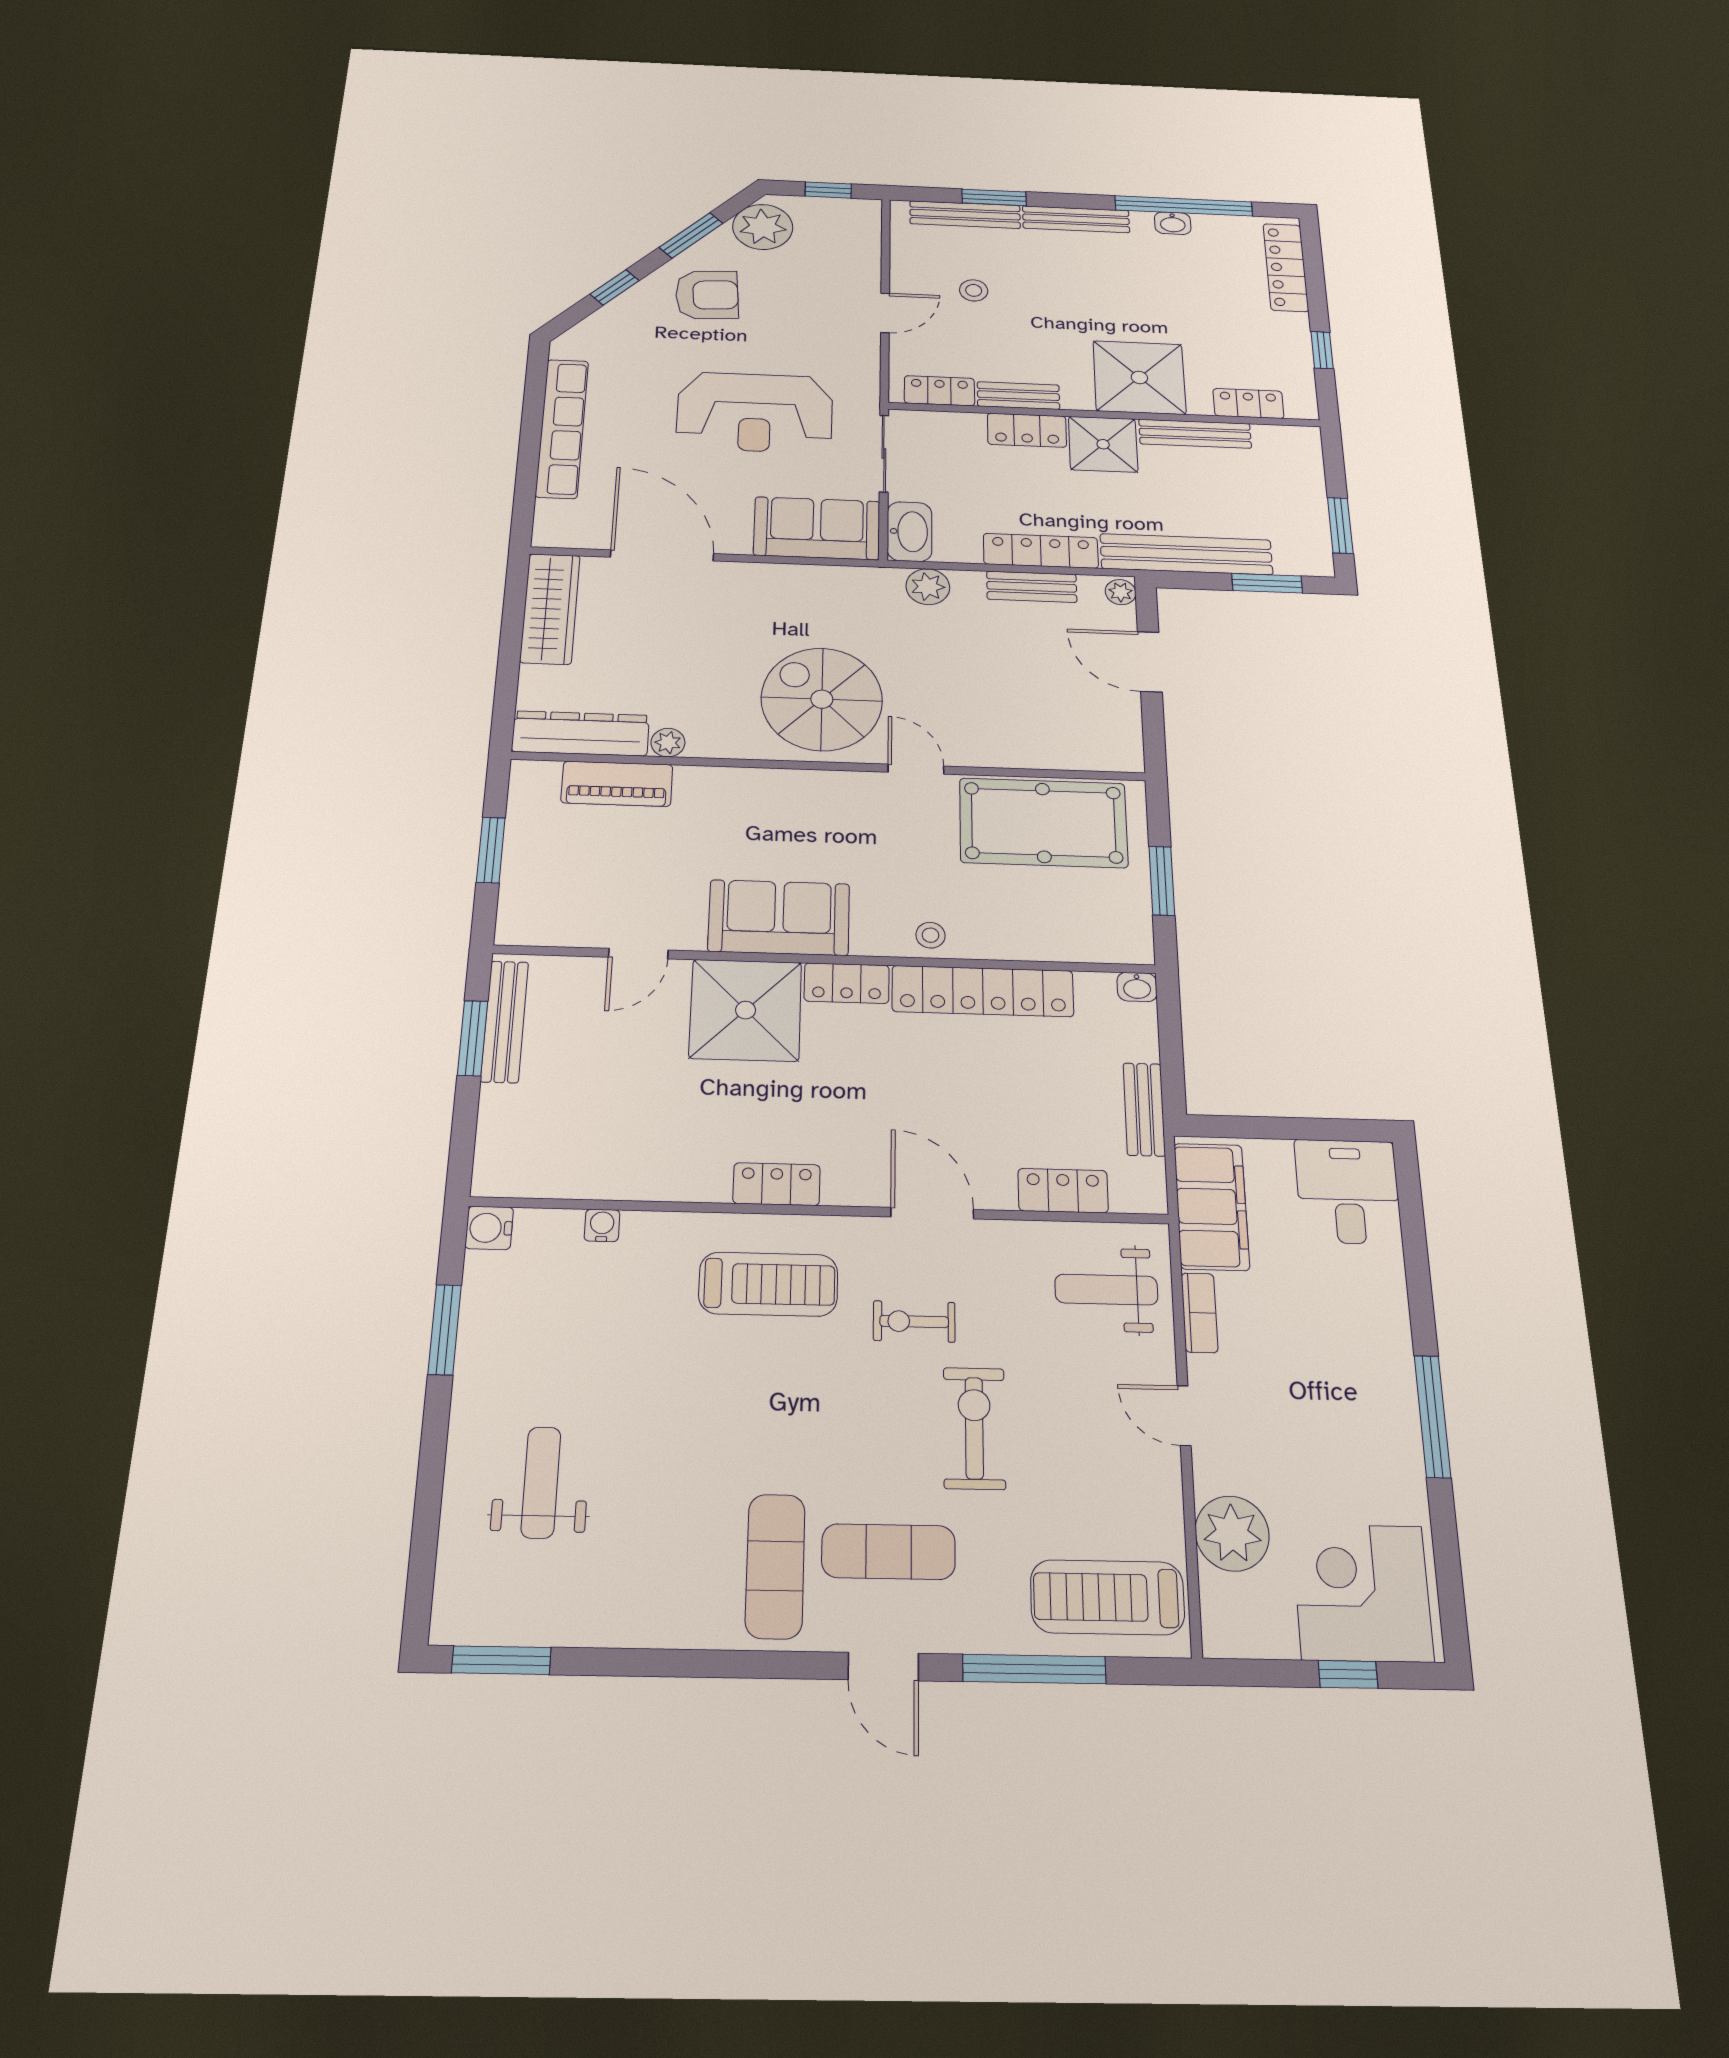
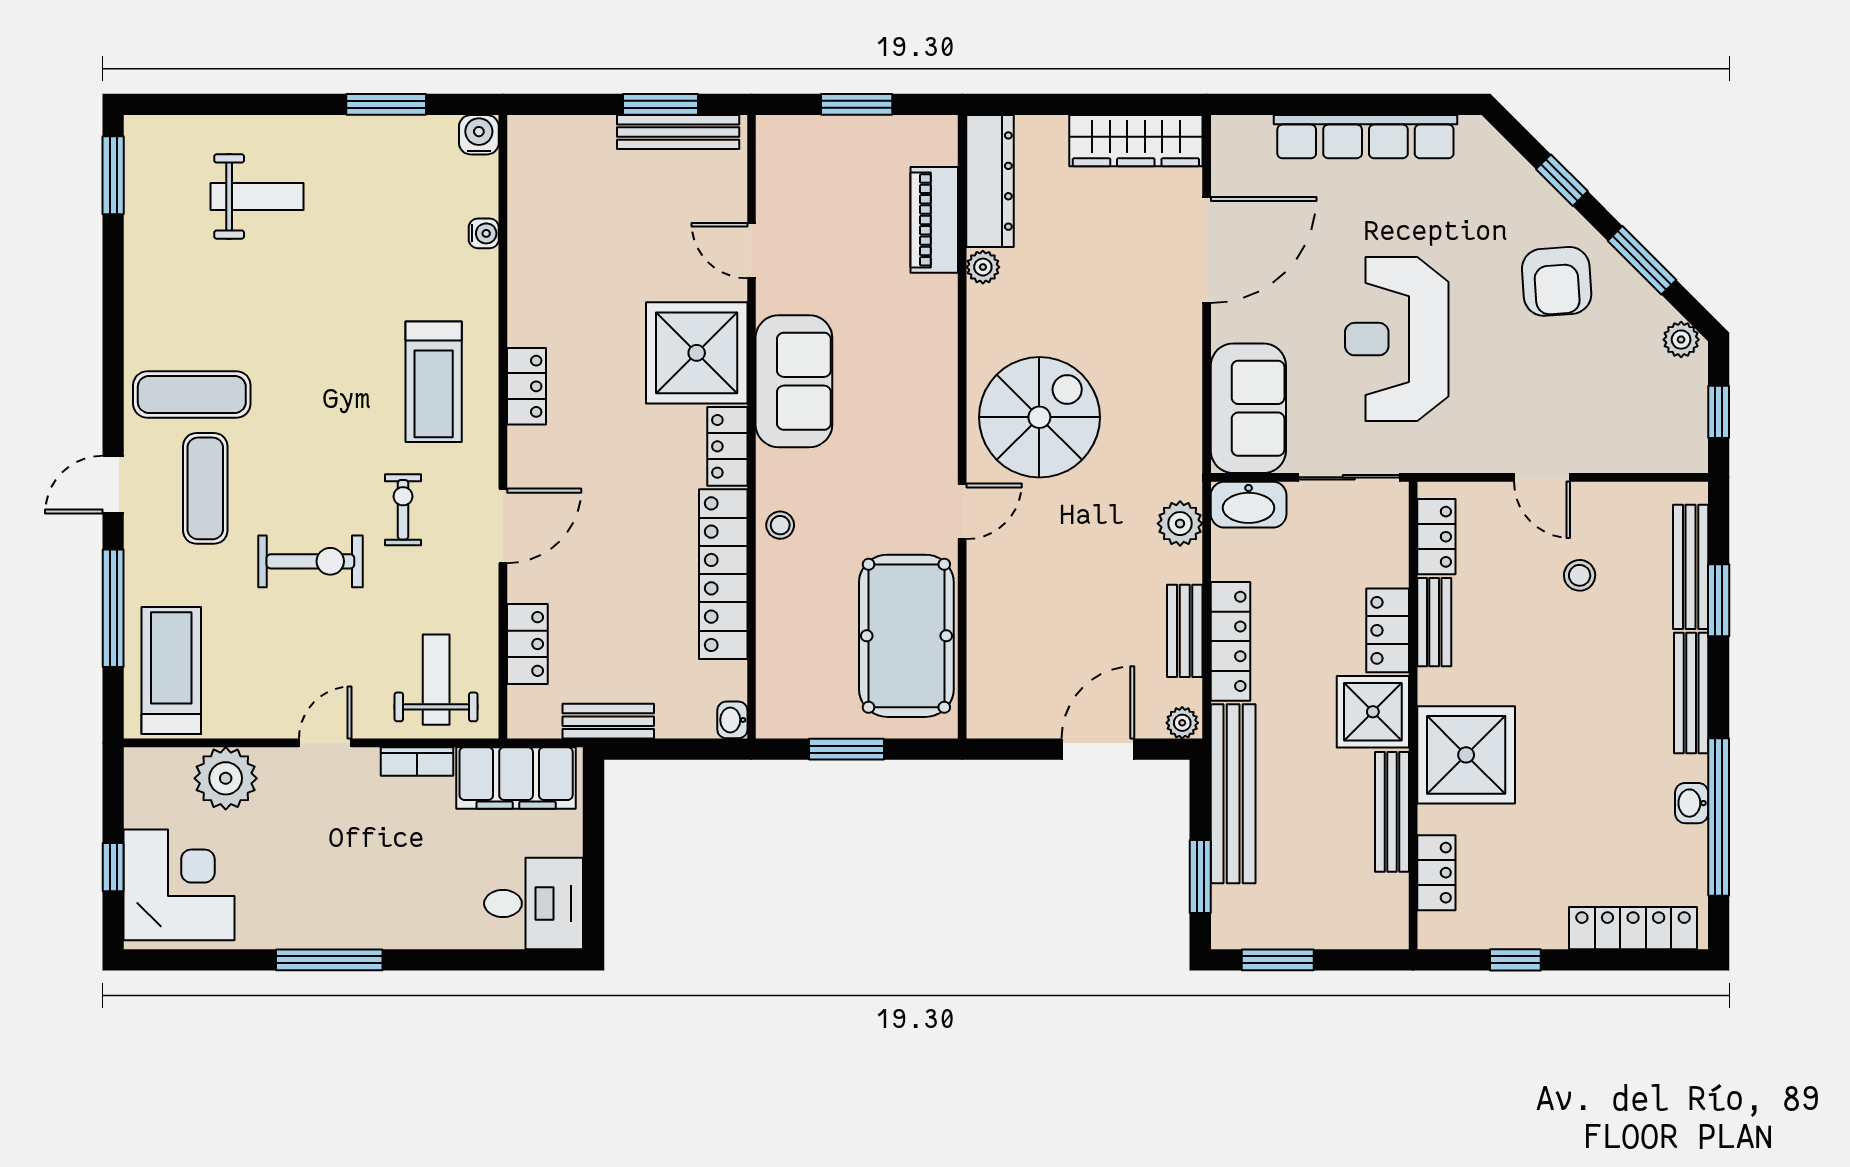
plant: (763, 227) -> (1681, 340), width x0.53, depth x0.53

